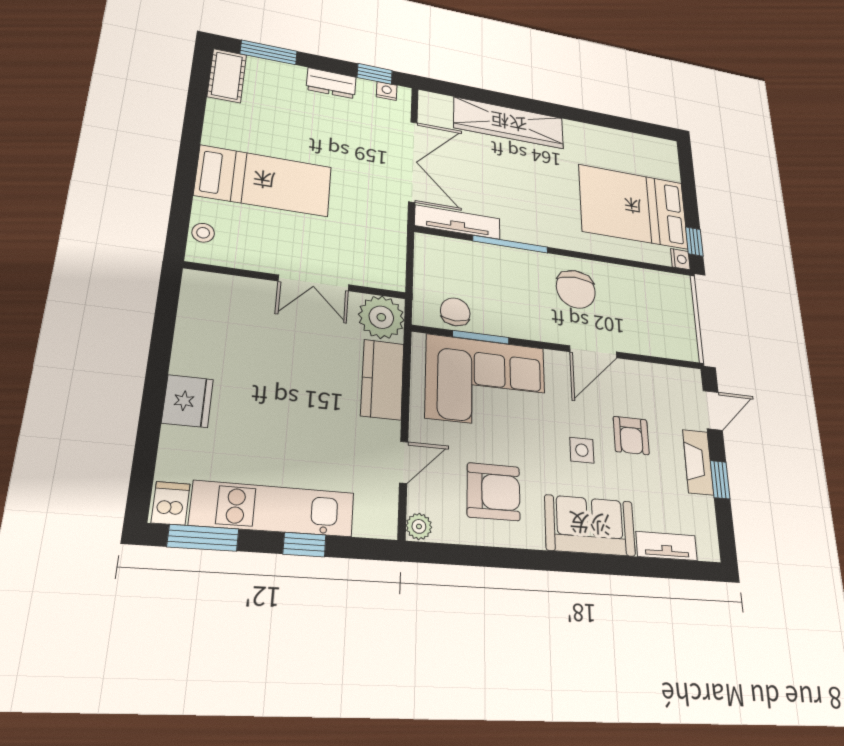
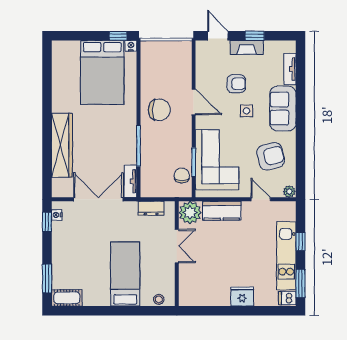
dresser: (331, 83) -> (151, 208), moved, turned 90
tv unit: (458, 222) -> (130, 181), width x0.71
chair: (455, 312) -> (182, 175), turned 90
armchair: (494, 492) -> (271, 156), turned 76

